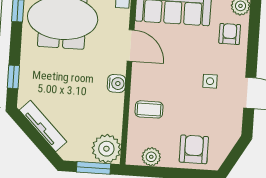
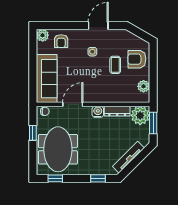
armchair: (230, 34) -> (61, 41), turned -90
coffee table: (149, 109) -> (115, 65), moved
dresser: (116, 114) -> (117, 111), added

